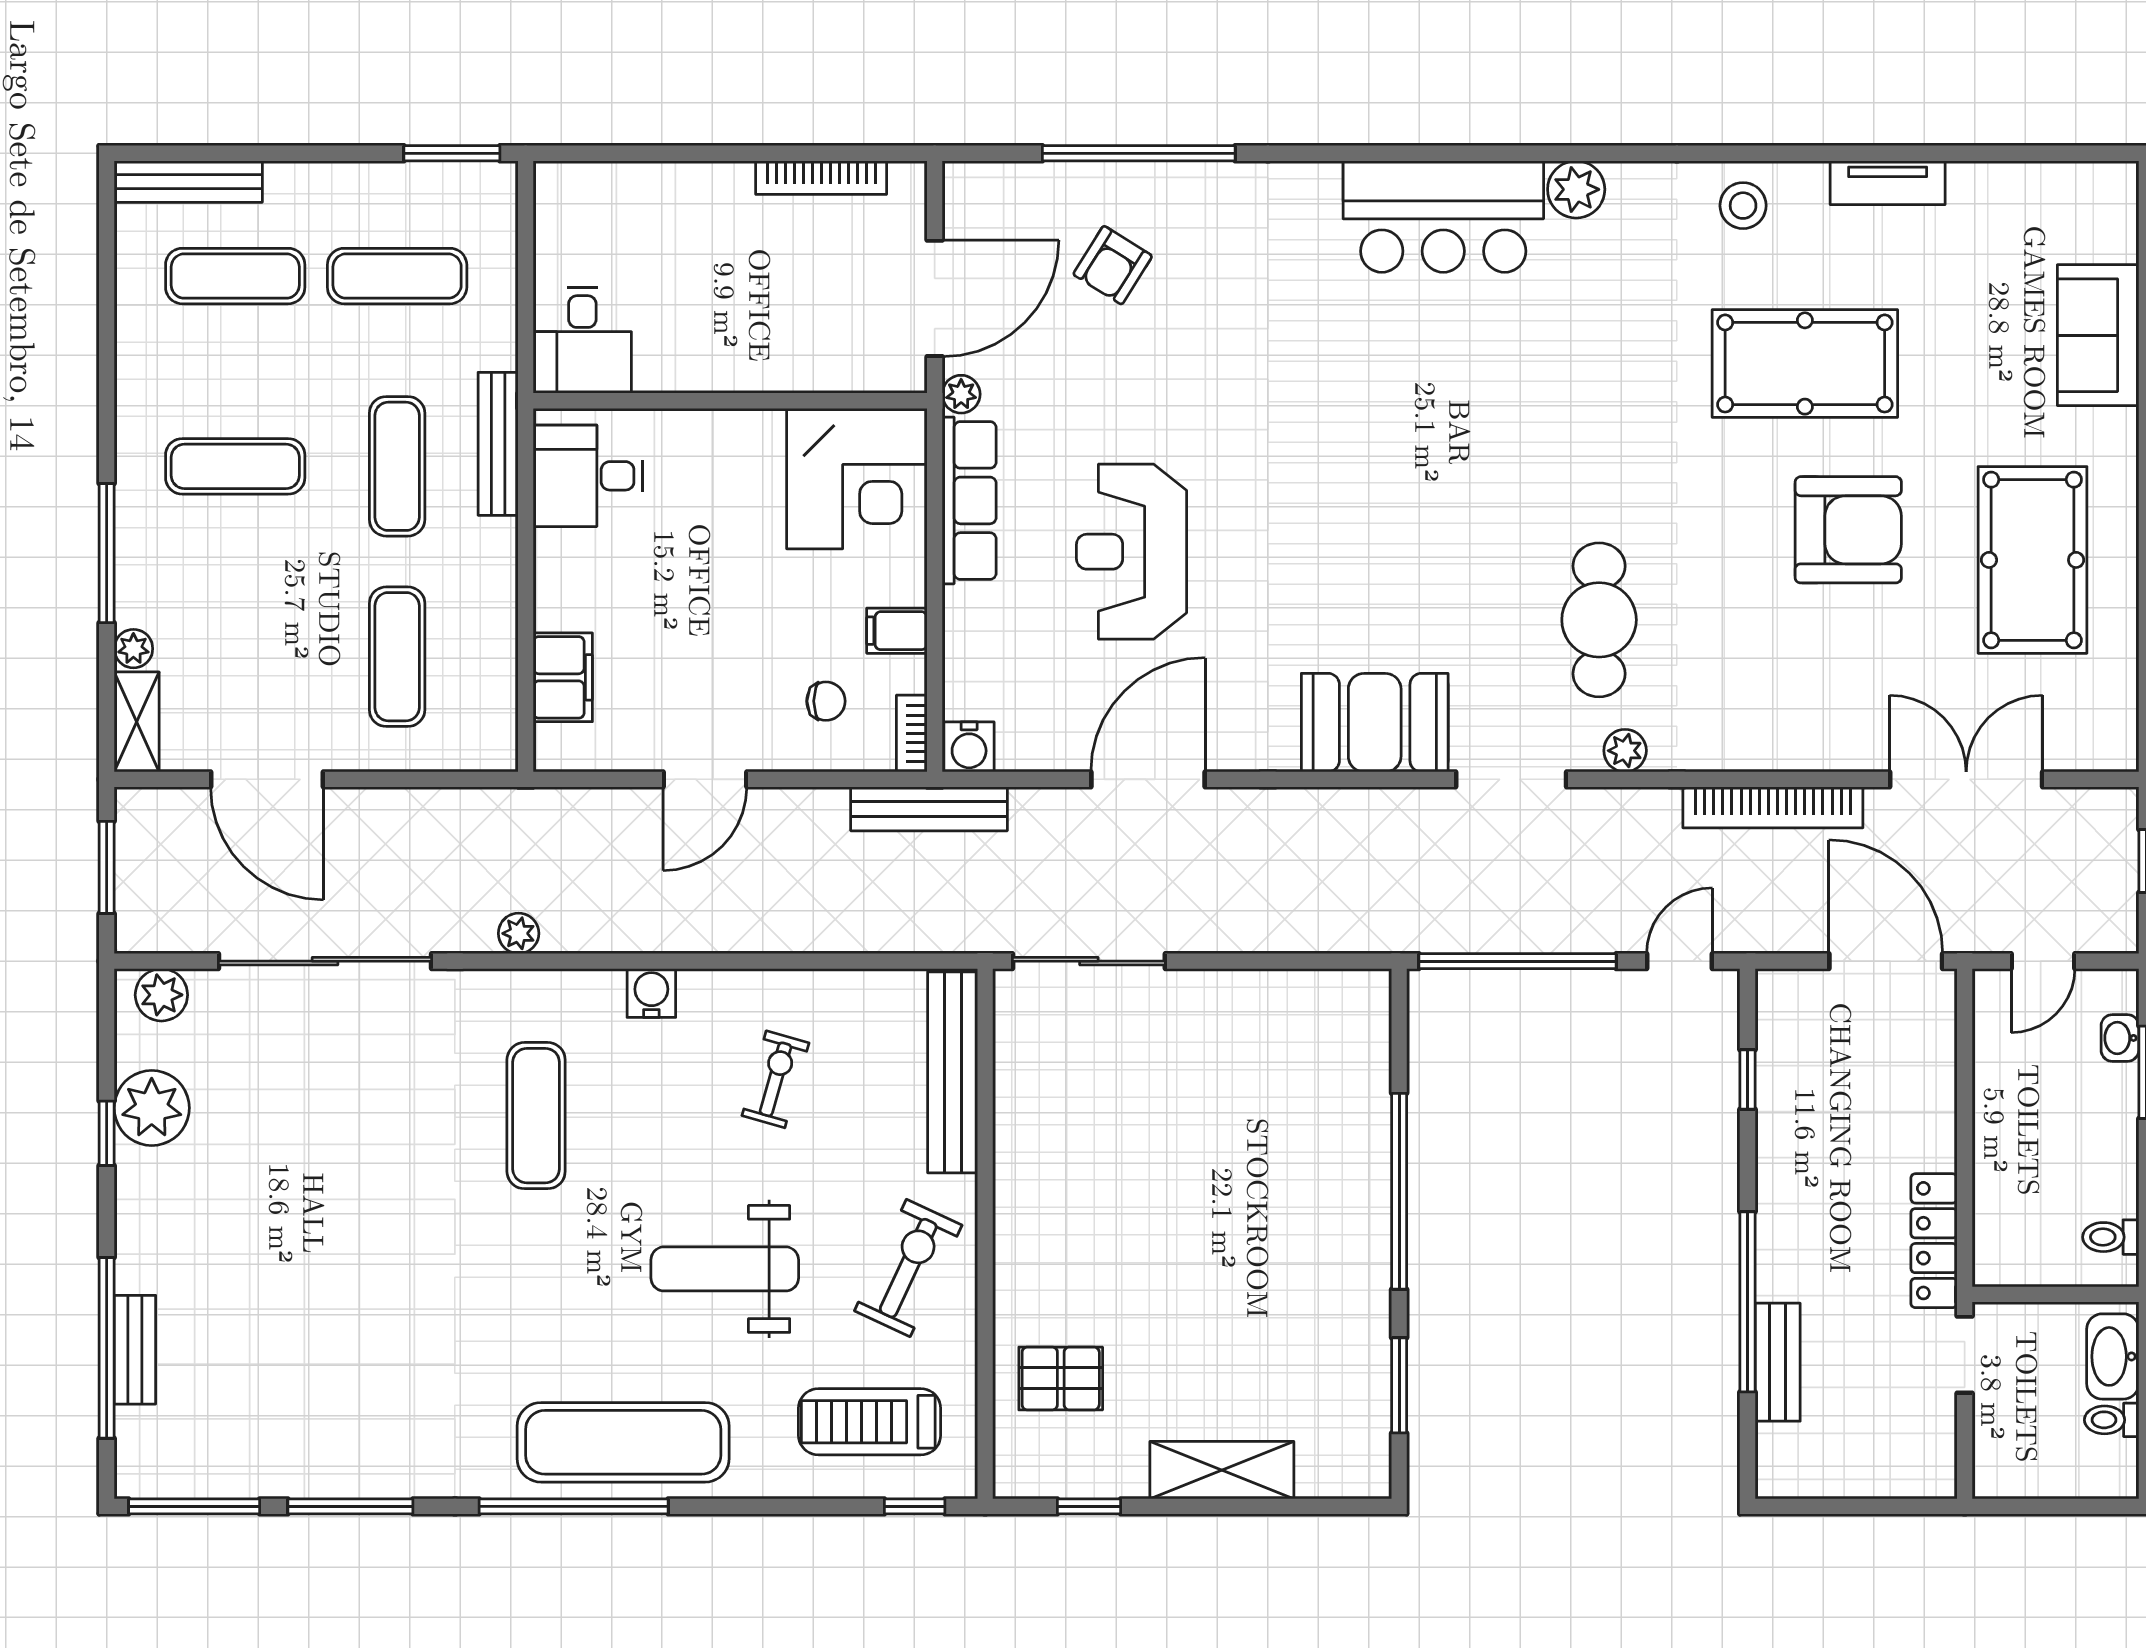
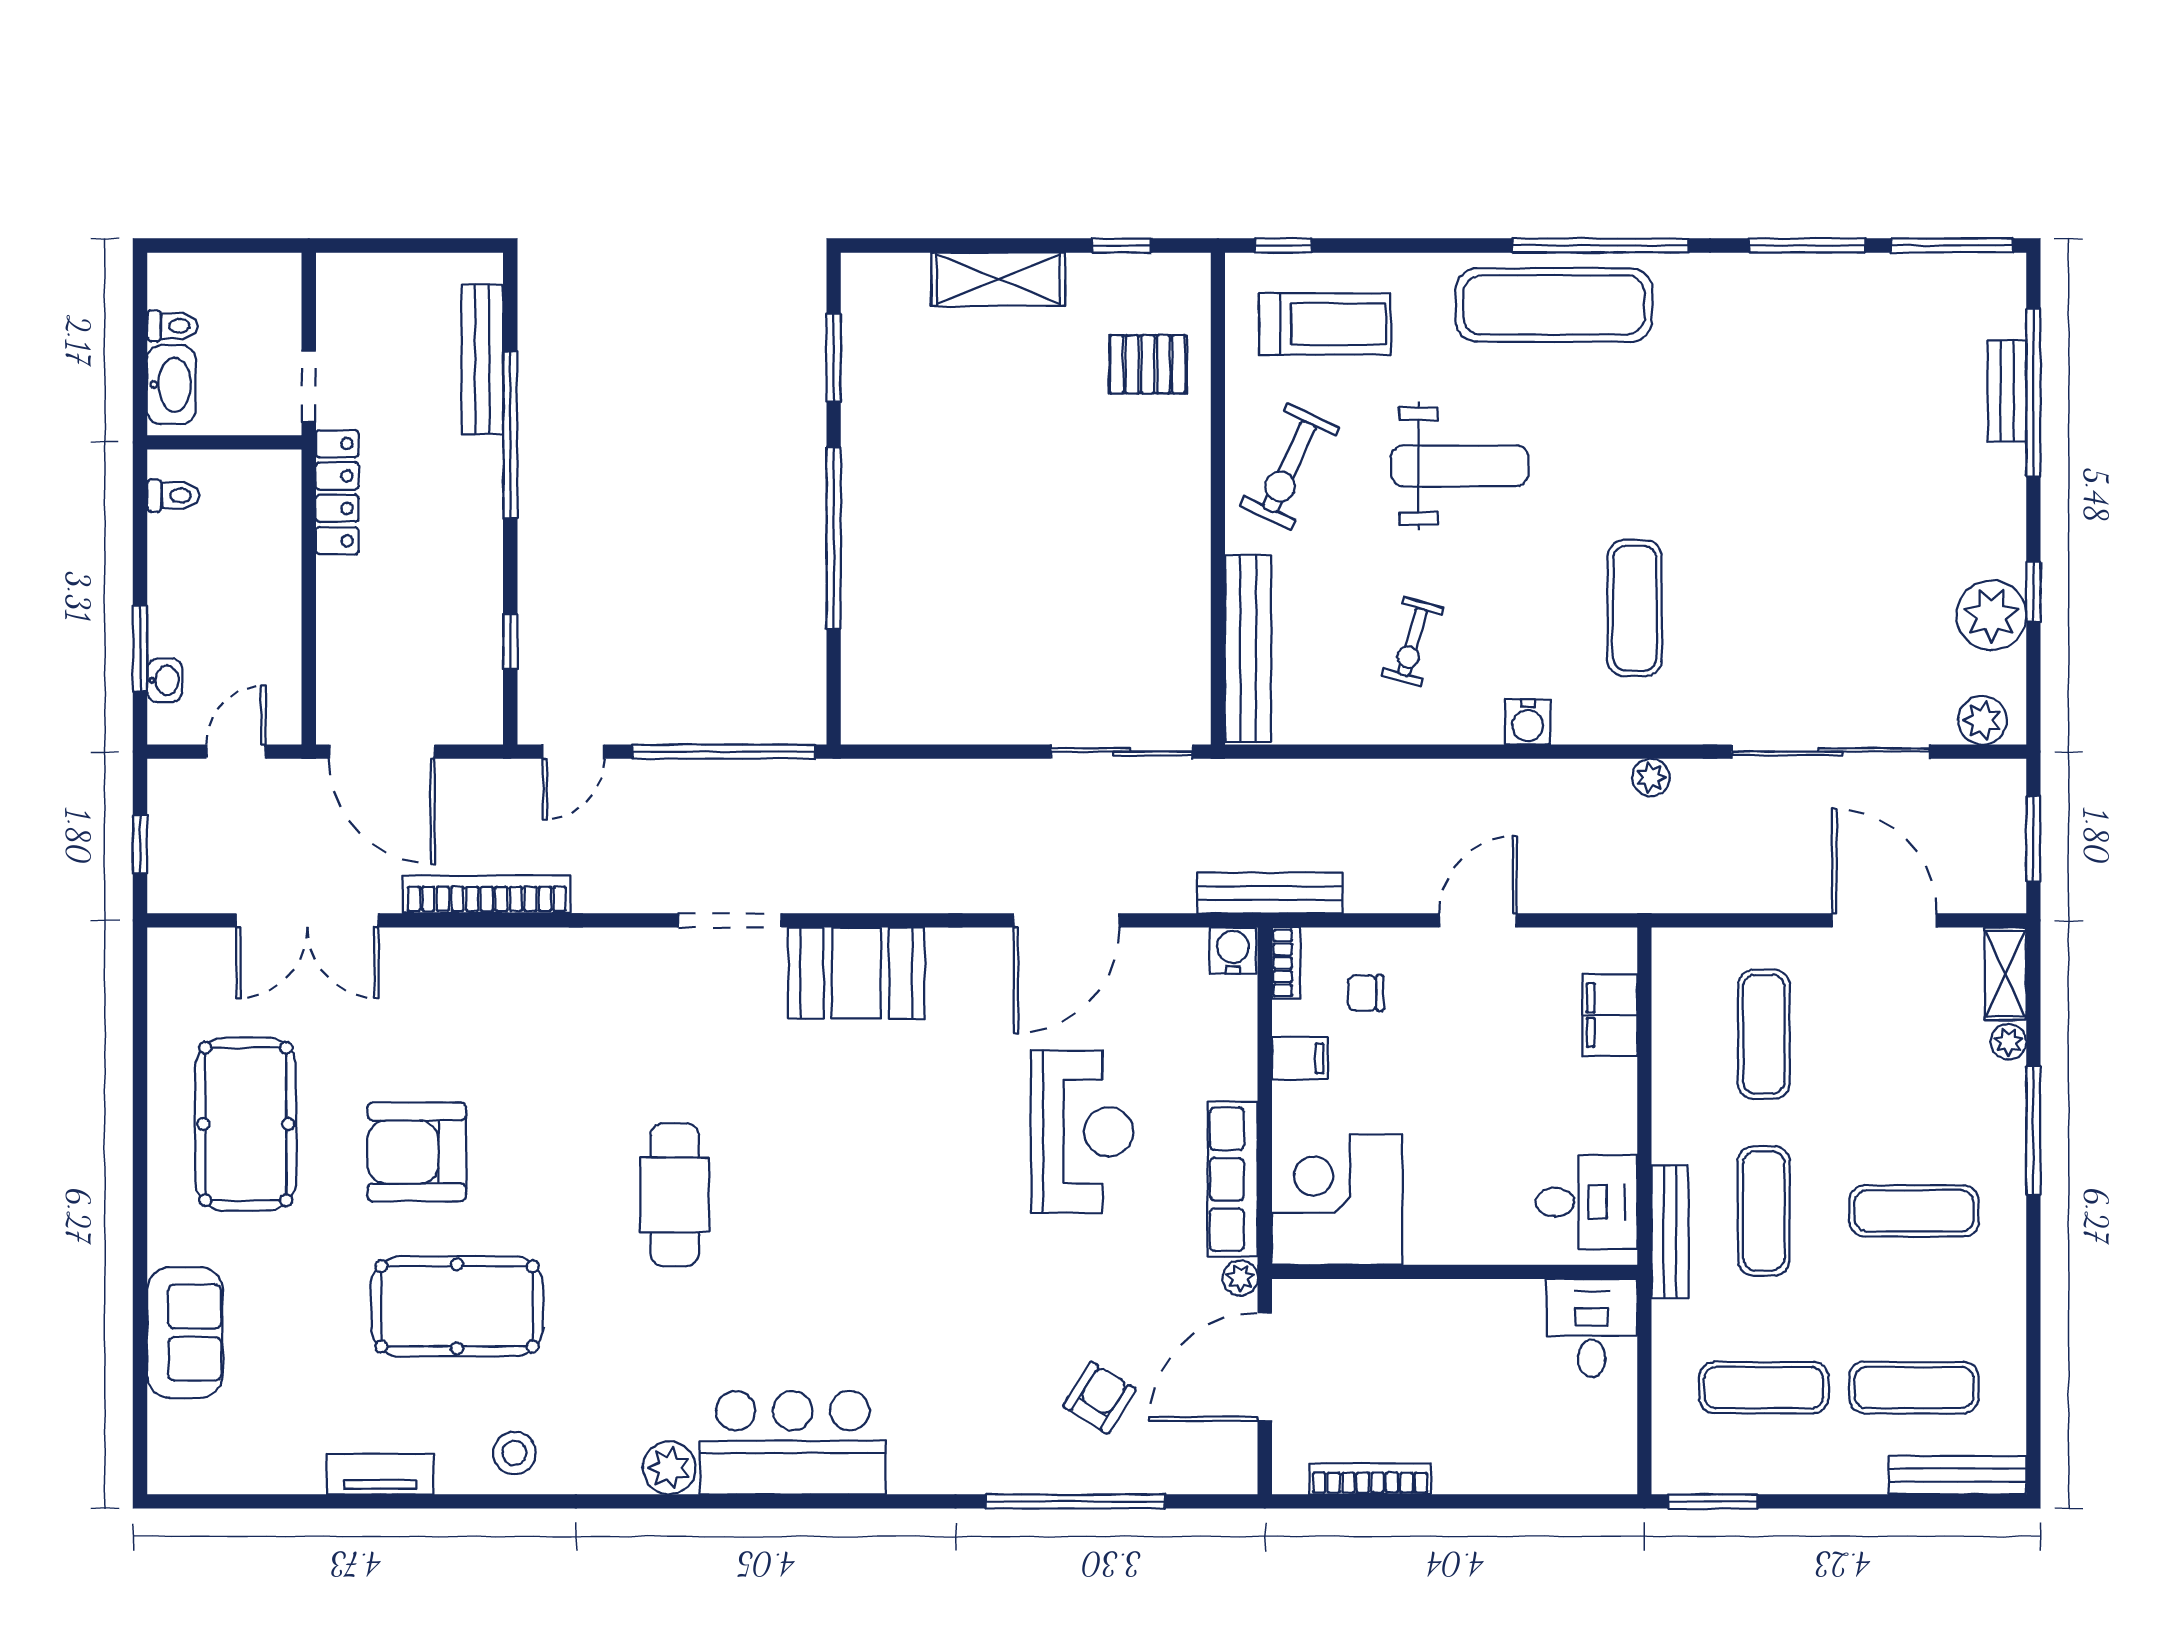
cafe table: (1599, 620) -> (675, 1195), moved
plant: (1625, 751) -> (624, 947), removed
bench: (1778, 1362) -> (482, 359), width x1.36

